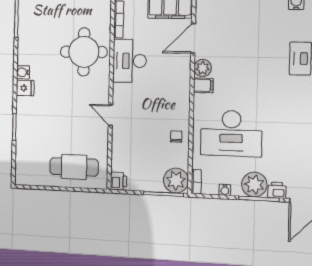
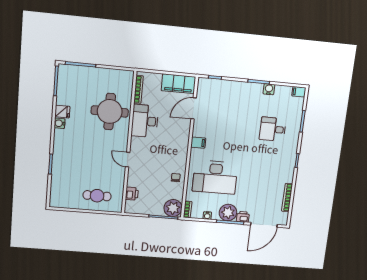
plant: (203, 68) -> (199, 130), removed
fridge: (25, 88) -> (62, 112), moved
cafe table: (74, 167) -> (97, 196), width x0.73, depth x0.74
printer: (118, 181) -> (132, 194), moved

